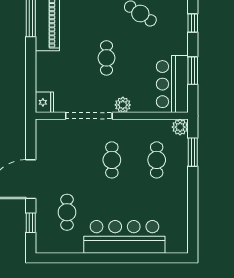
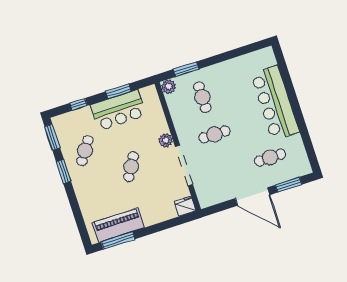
cafe table: (107, 58) -> (131, 167), turned -60
bar counter: (172, 84) -> (118, 110), moved
cafe table: (157, 160) -> (202, 97), turned 90
window: (31, 223) -> (289, 185), width x1.50

